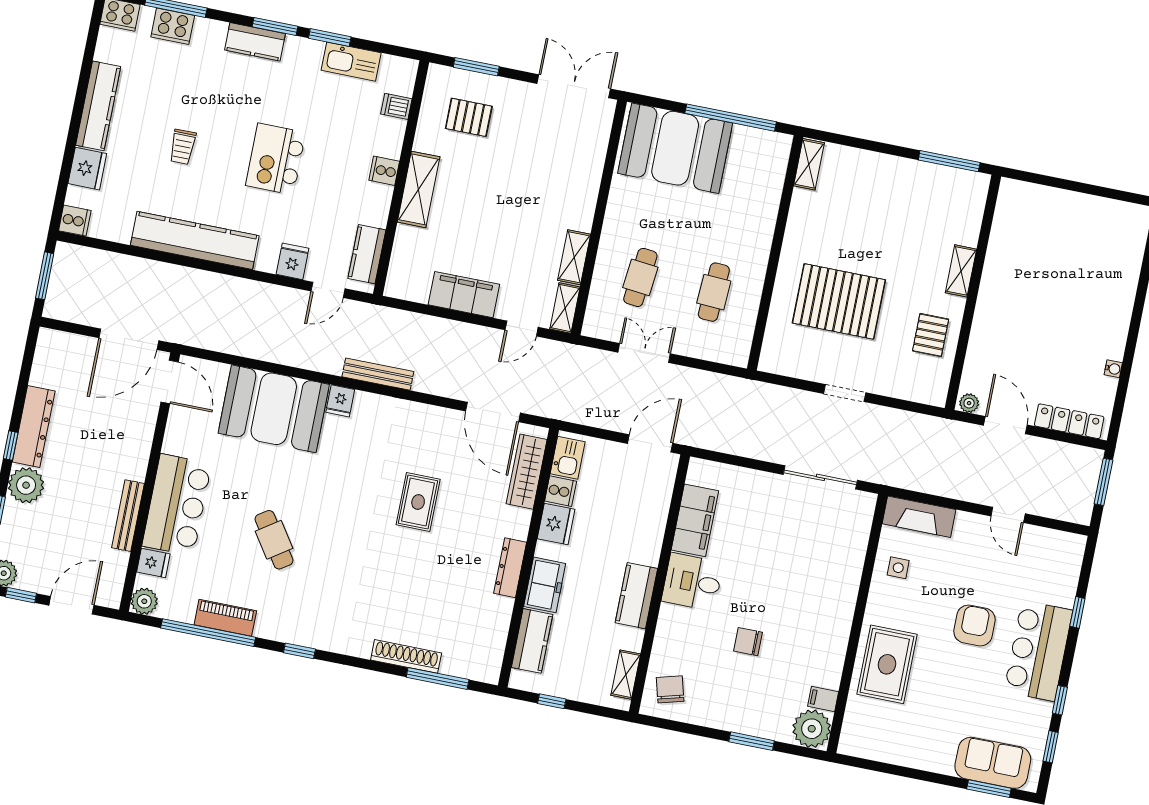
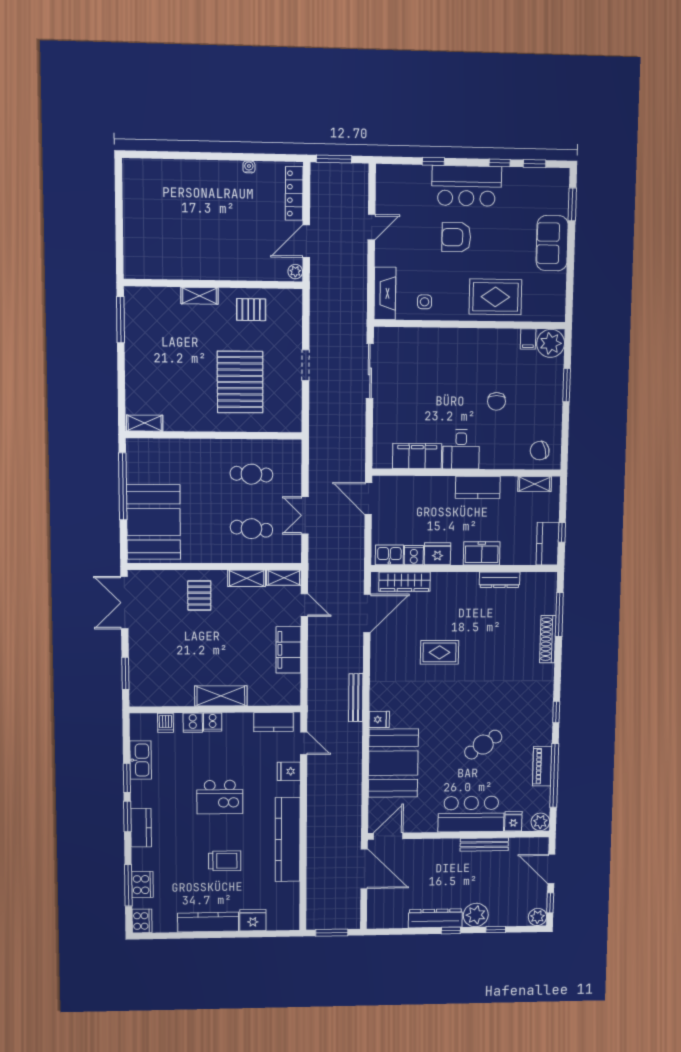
pallet: (469, 117) -> (199, 596), moved
trolley: (183, 147) -> (225, 861), width x1.36, depth x1.39
cooker: (75, 221) -> (193, 723), moved, turned 180
dresser: (510, 568) -> (500, 580), moved
kitchen counter: (532, 641) -> (547, 544), moved, turned -90
sofa: (993, 763) -> (552, 243), moved

